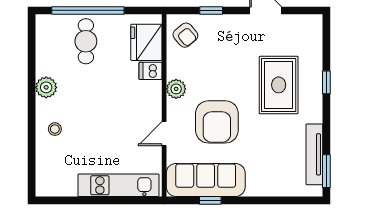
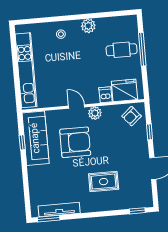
window: (88, 10) -> (142, 49), width x0.68
window: (326, 82) -> (137, 211), moved
rug: (279, 85) -> (104, 182), width x0.73, depth x0.70
armchair: (217, 122) -> (75, 142), turned 180
door: (164, 134) -> (77, 107), moved
kitchen unit: (118, 185) -> (26, 70), width x1.36

